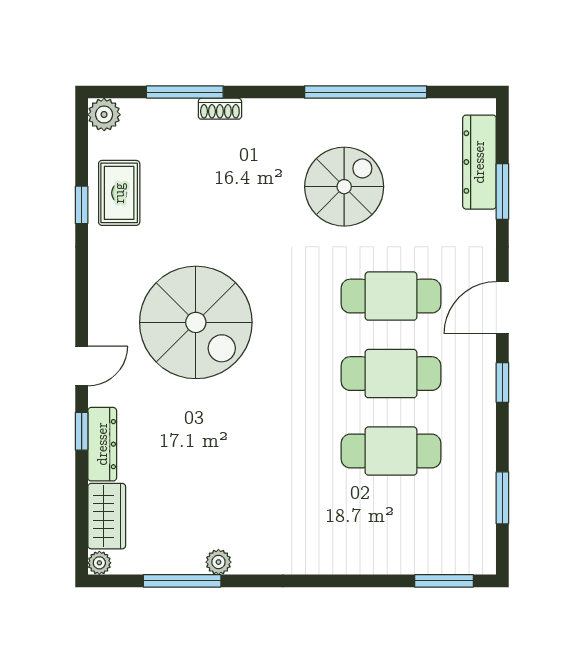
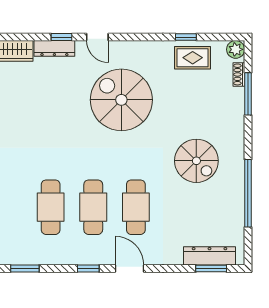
shoe rack: (220, 109) -> (239, 74), moved
spiral stairs: (344, 187) -> (196, 161), moved
window: (502, 192) -> (211, 268), moved
spiral stairs: (196, 322) -> (121, 100), turned 90

